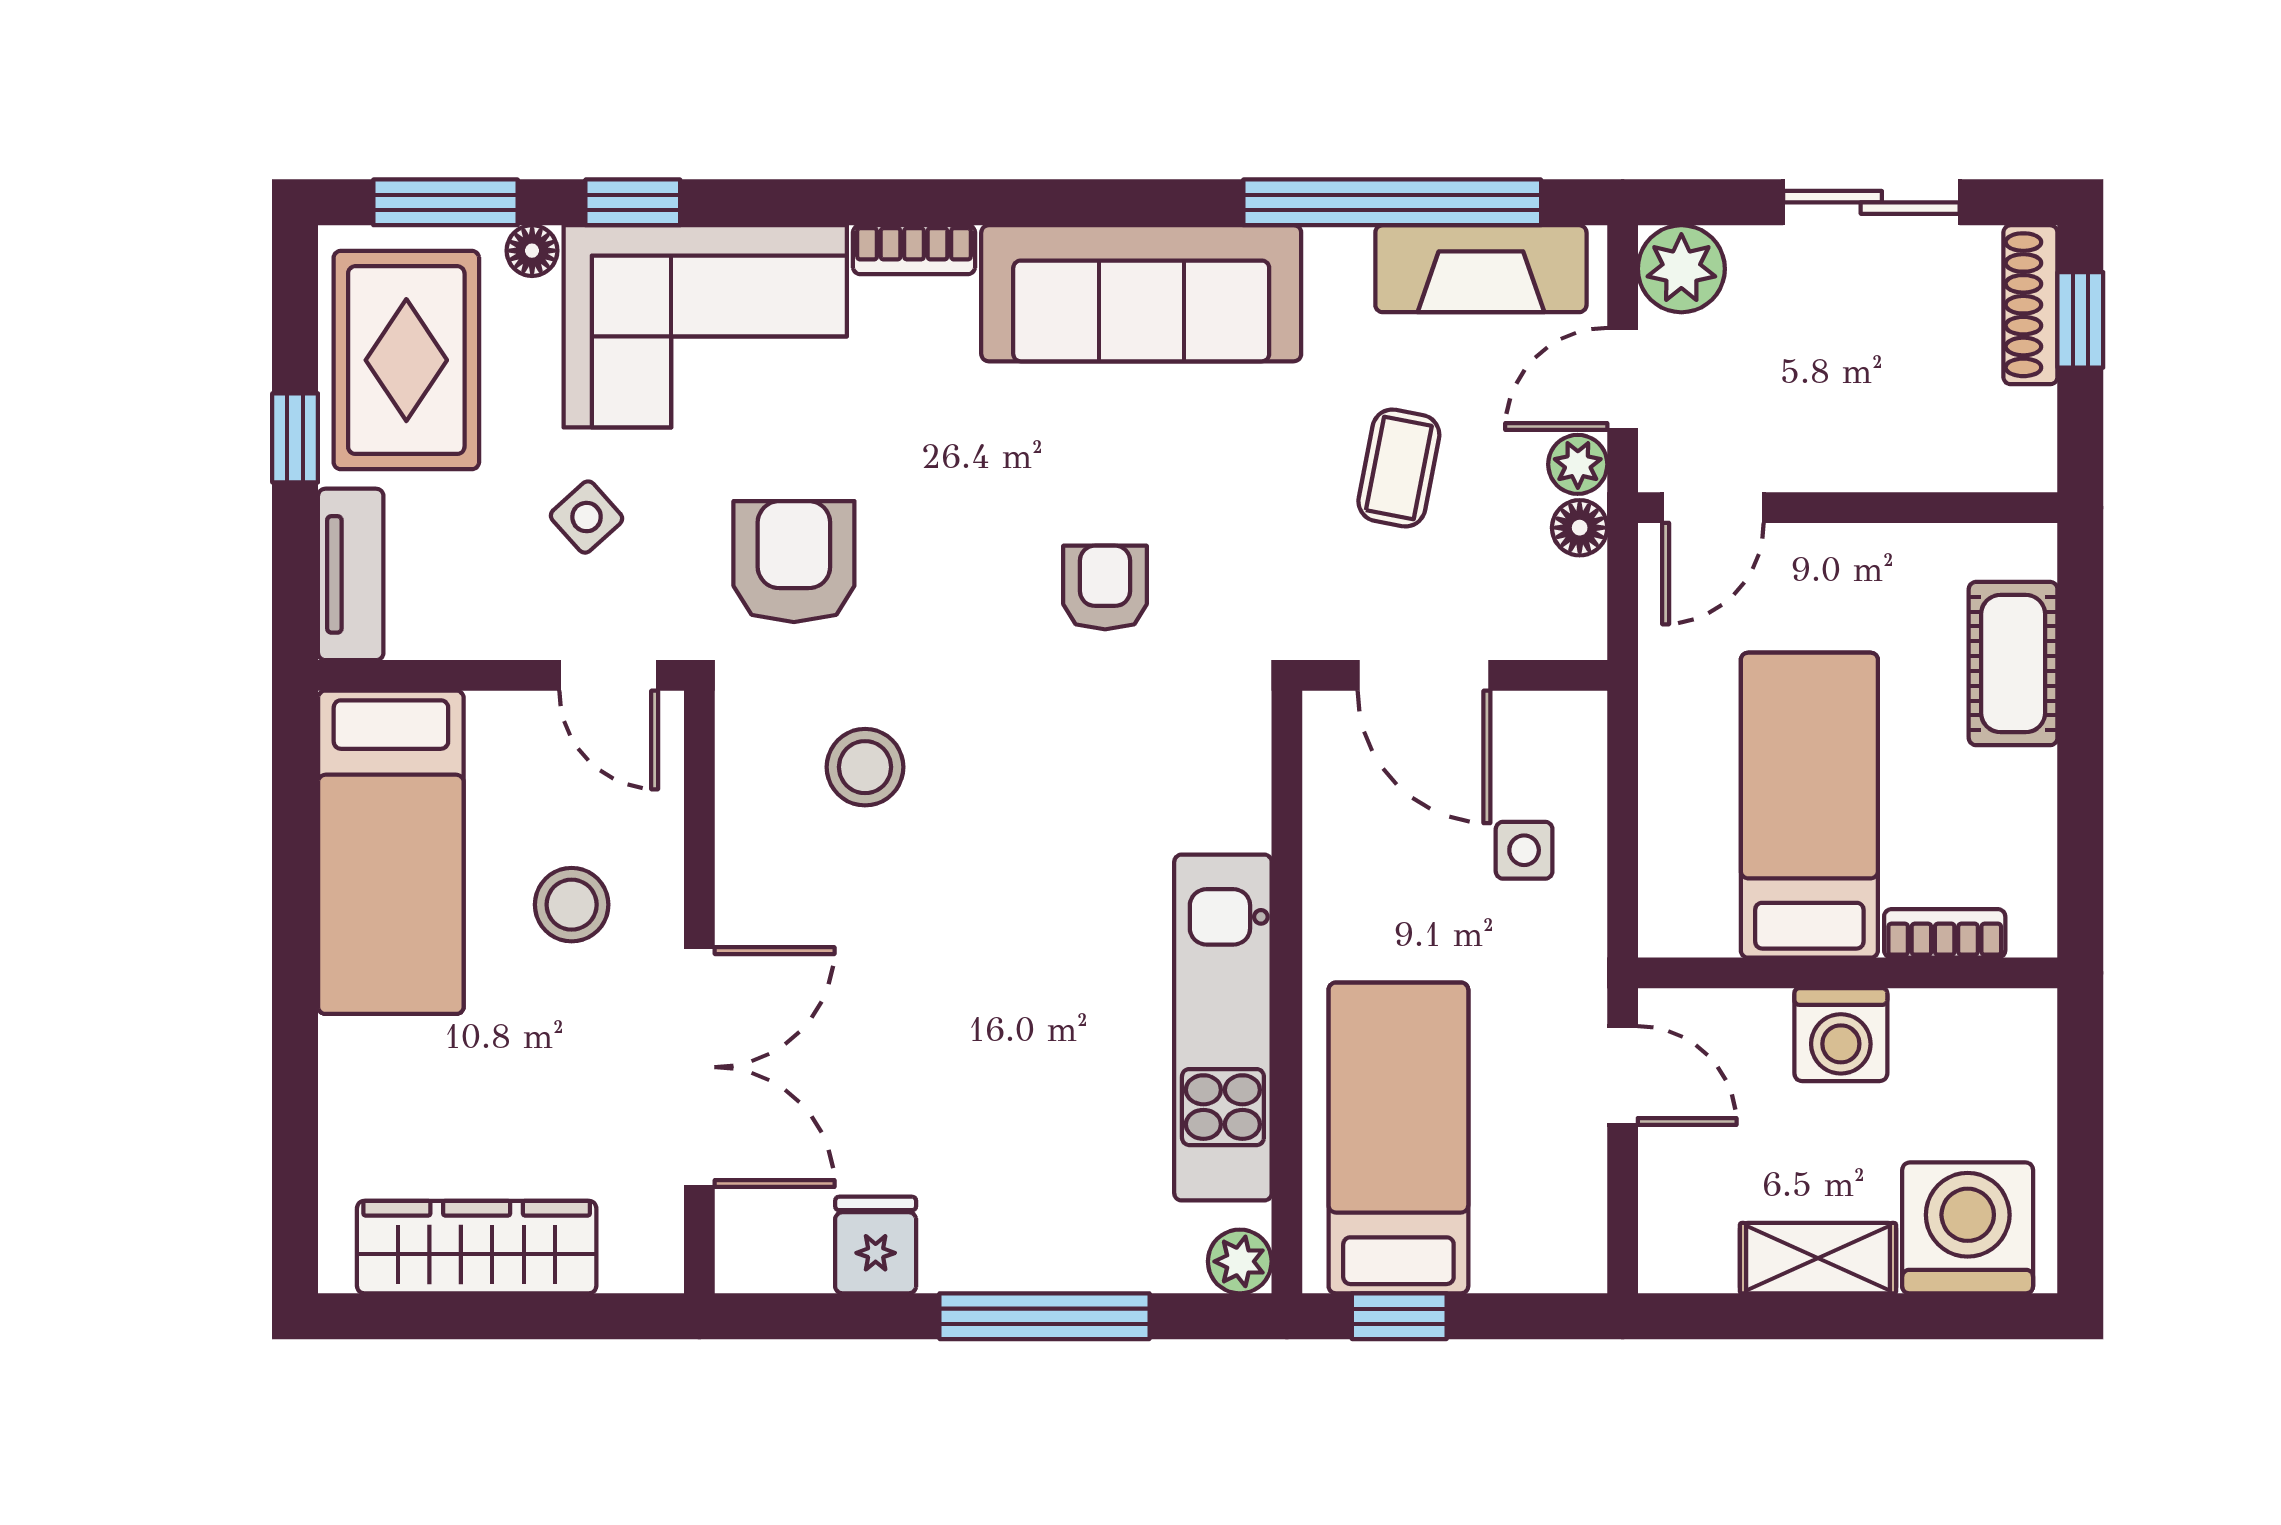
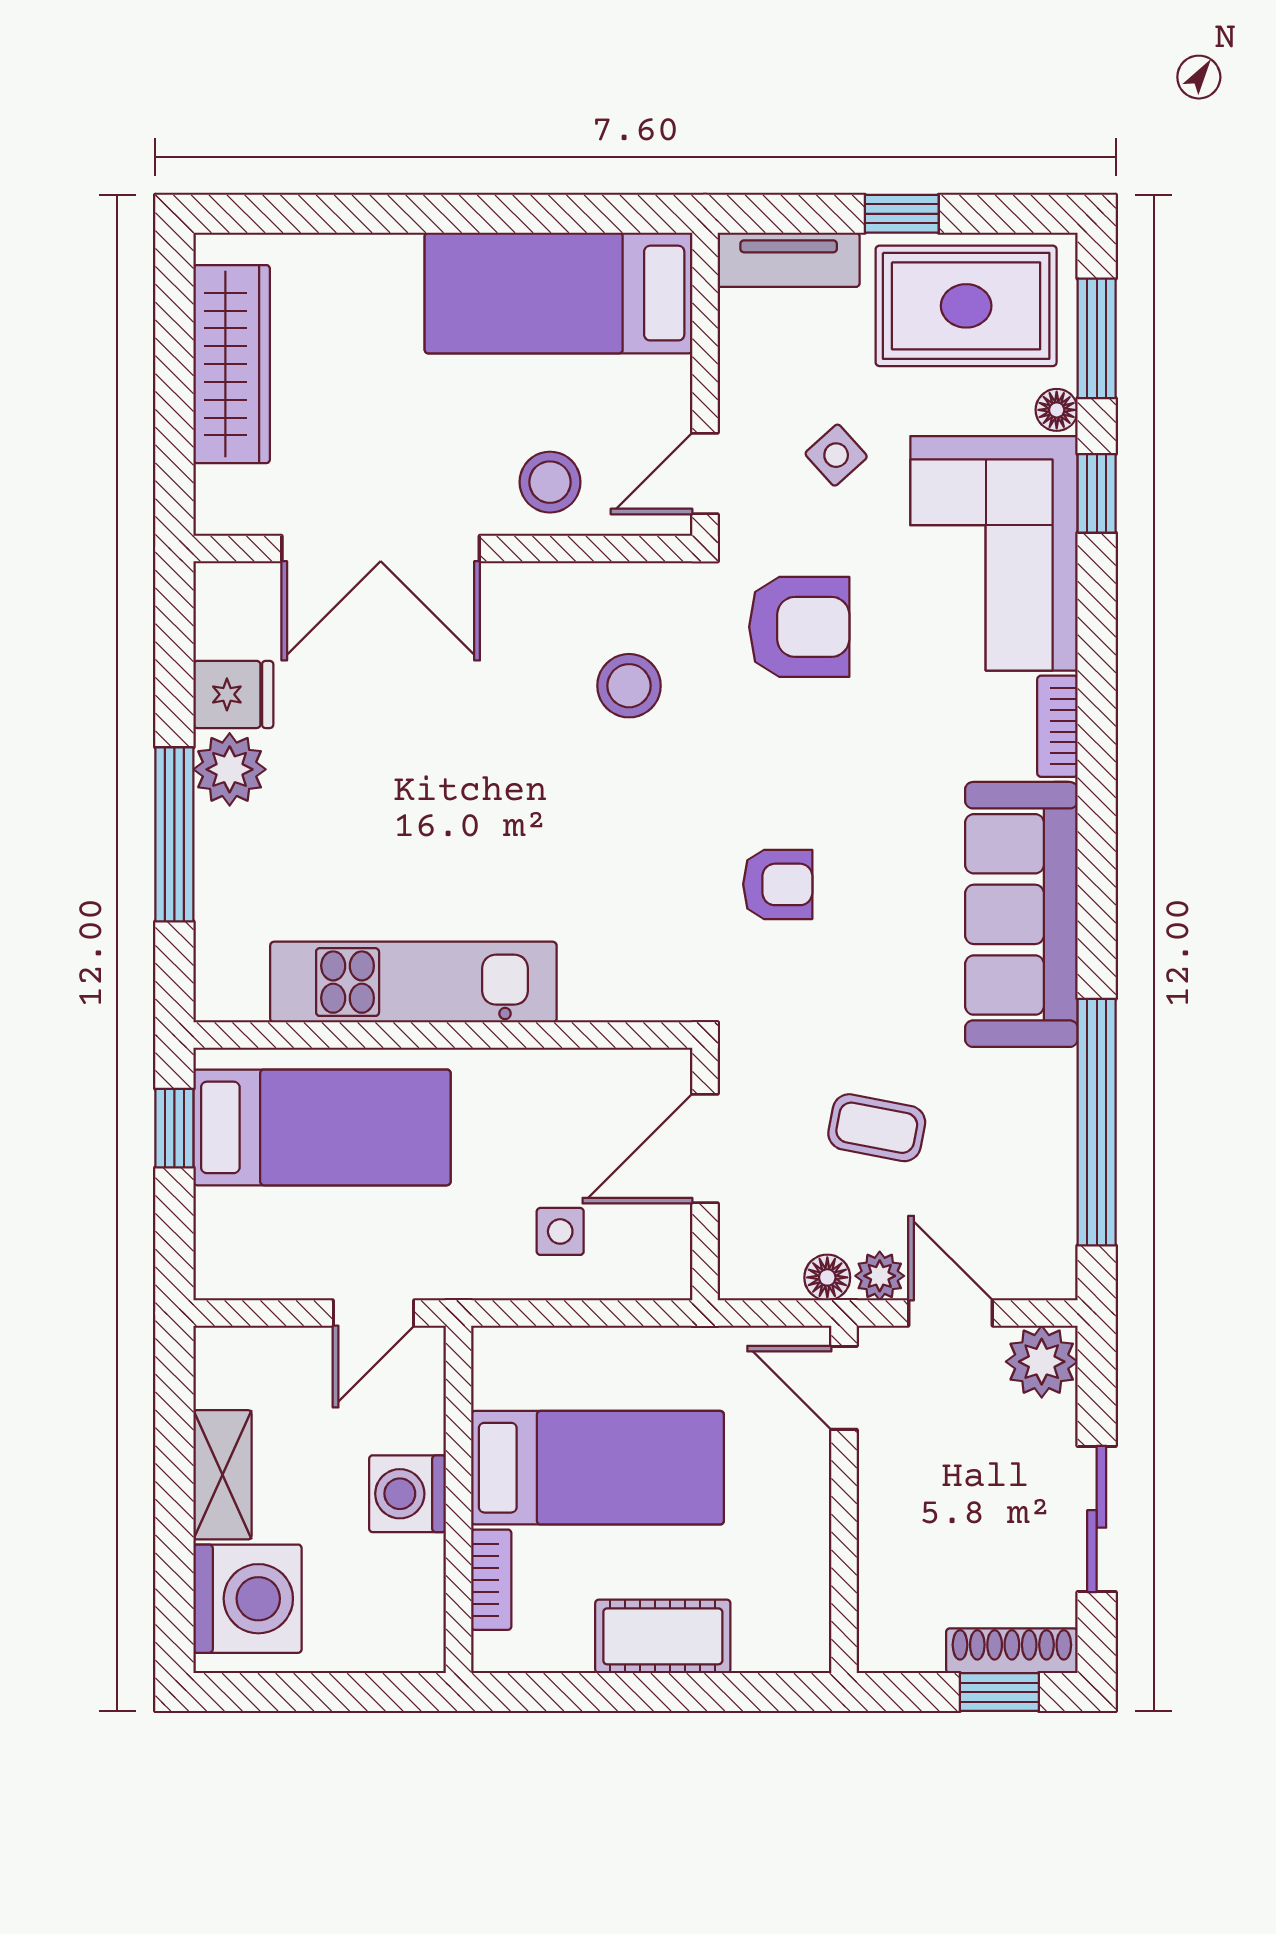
fireplace: (1481, 269) -> (1042, 1196), removed
cot: (2013, 664) -> (663, 1636), moved
stool: (572, 905) -> (550, 482), moved
plant: (1240, 1261) -> (230, 769), moved, width x1.38, depth x1.38

